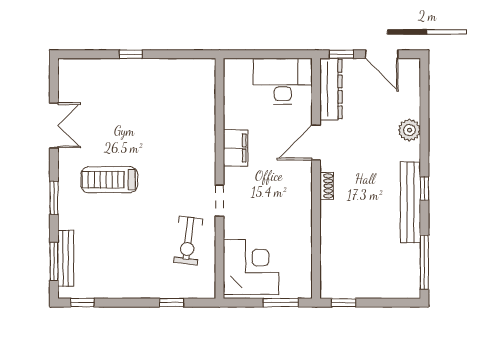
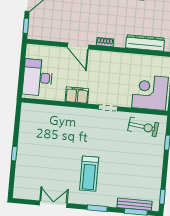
desk: (283, 81) -> (38, 78), moved
dresser: (331, 89) -> (145, 43), moved
exercise bike: (188, 241) -> (143, 127), moved

